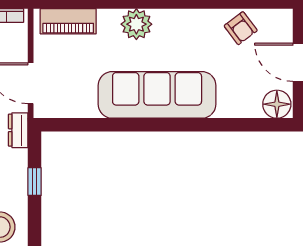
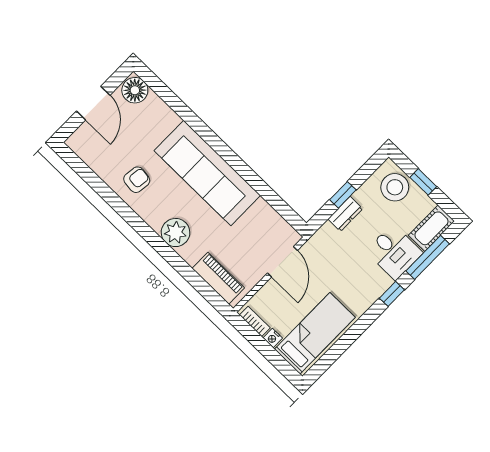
armchair: (241, 28) -> (137, 180), moved, turned 44
dresser: (18, 130) -> (345, 214), moved

